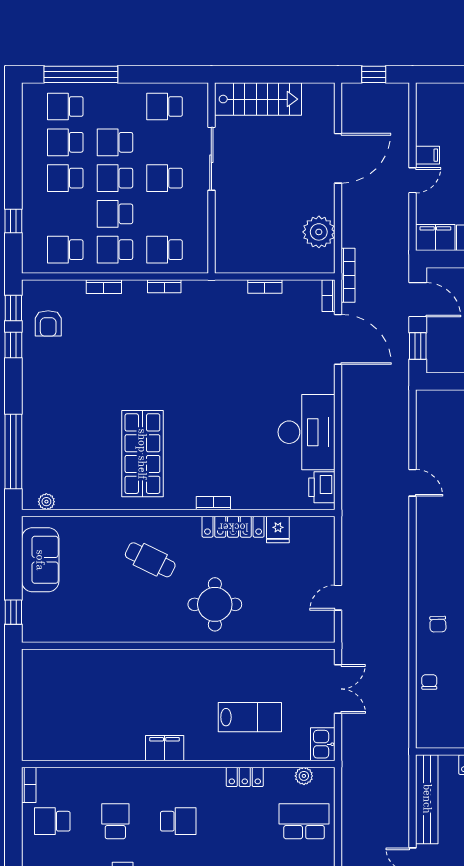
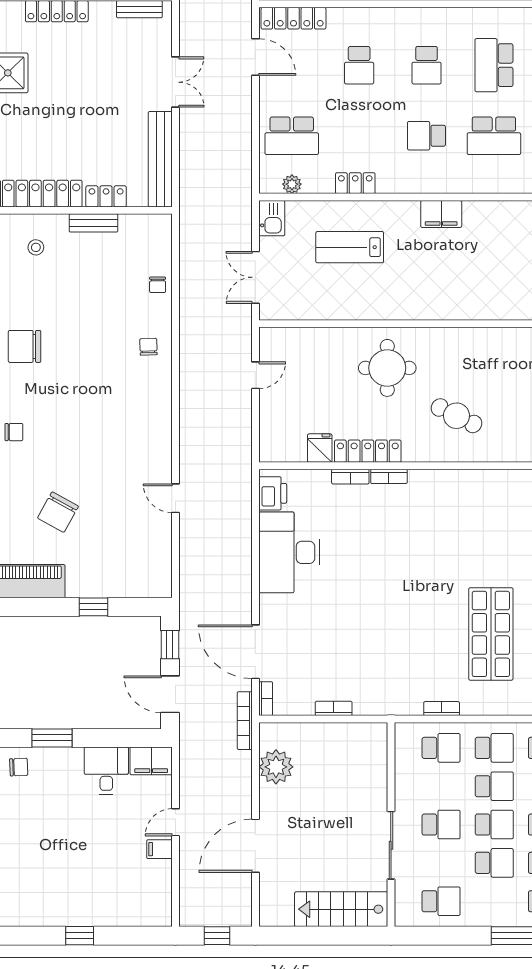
bookcase: (104, 287) -> (350, 477), moved, turned 180
shop shelf: (142, 454) -> (491, 634), moved
school desk: (115, 821) -> (494, 136), width x1.85

